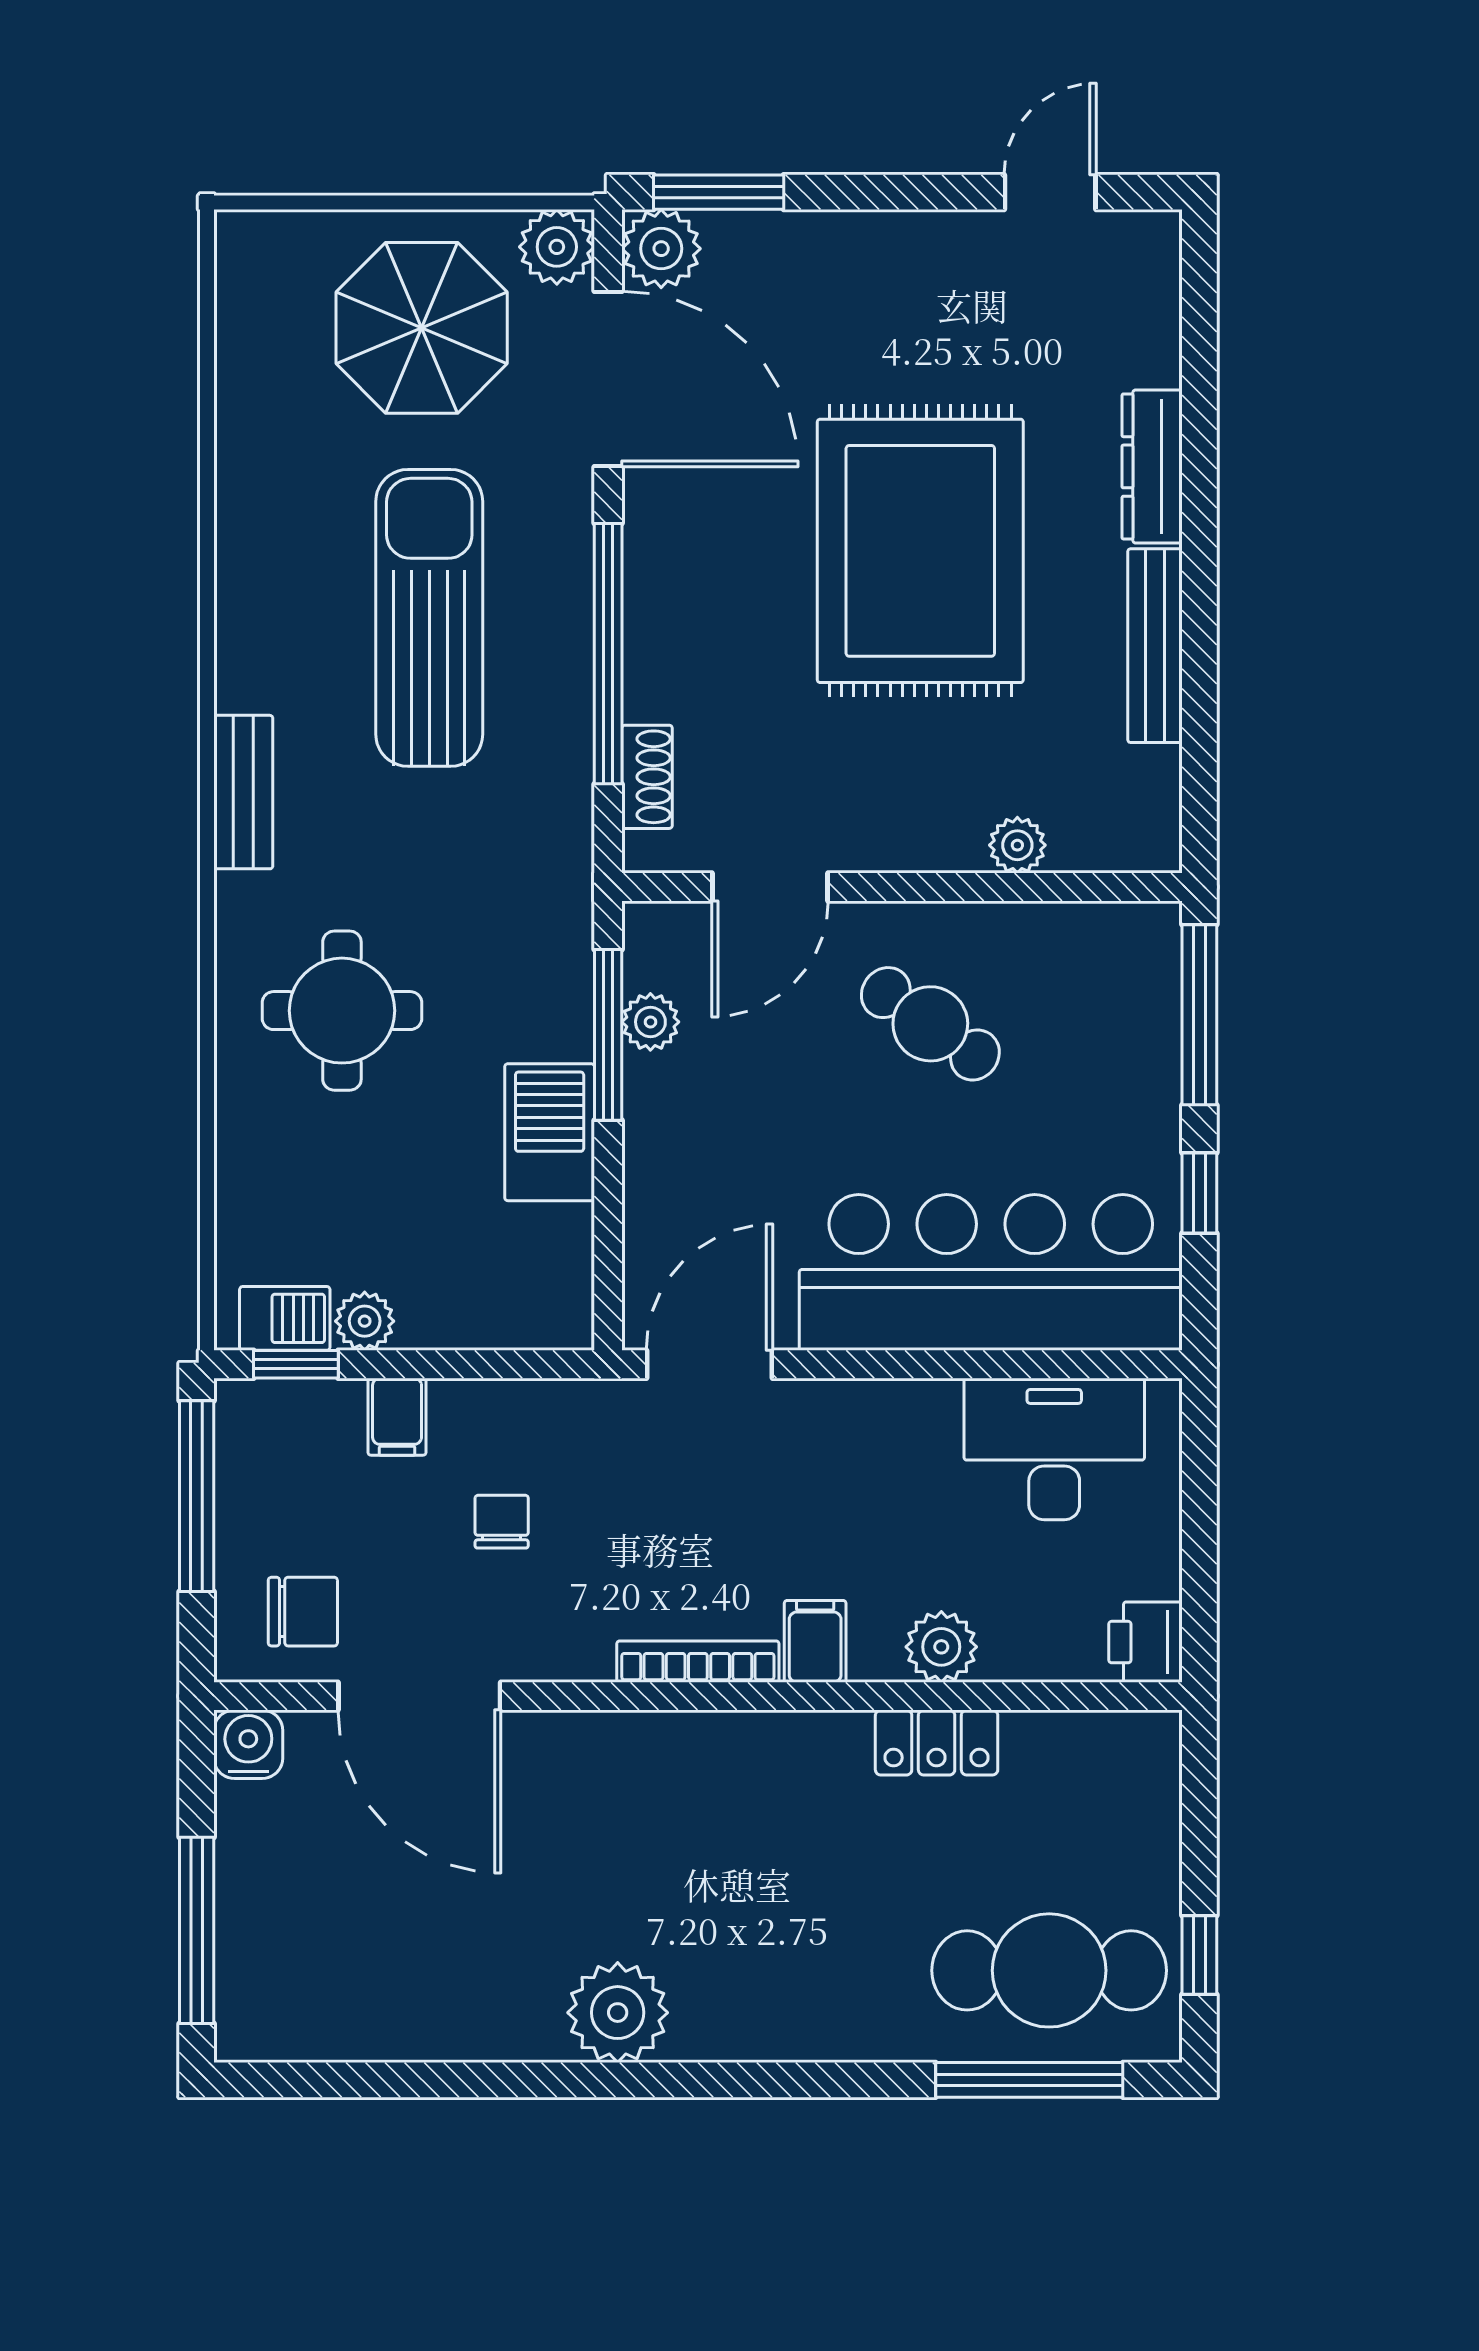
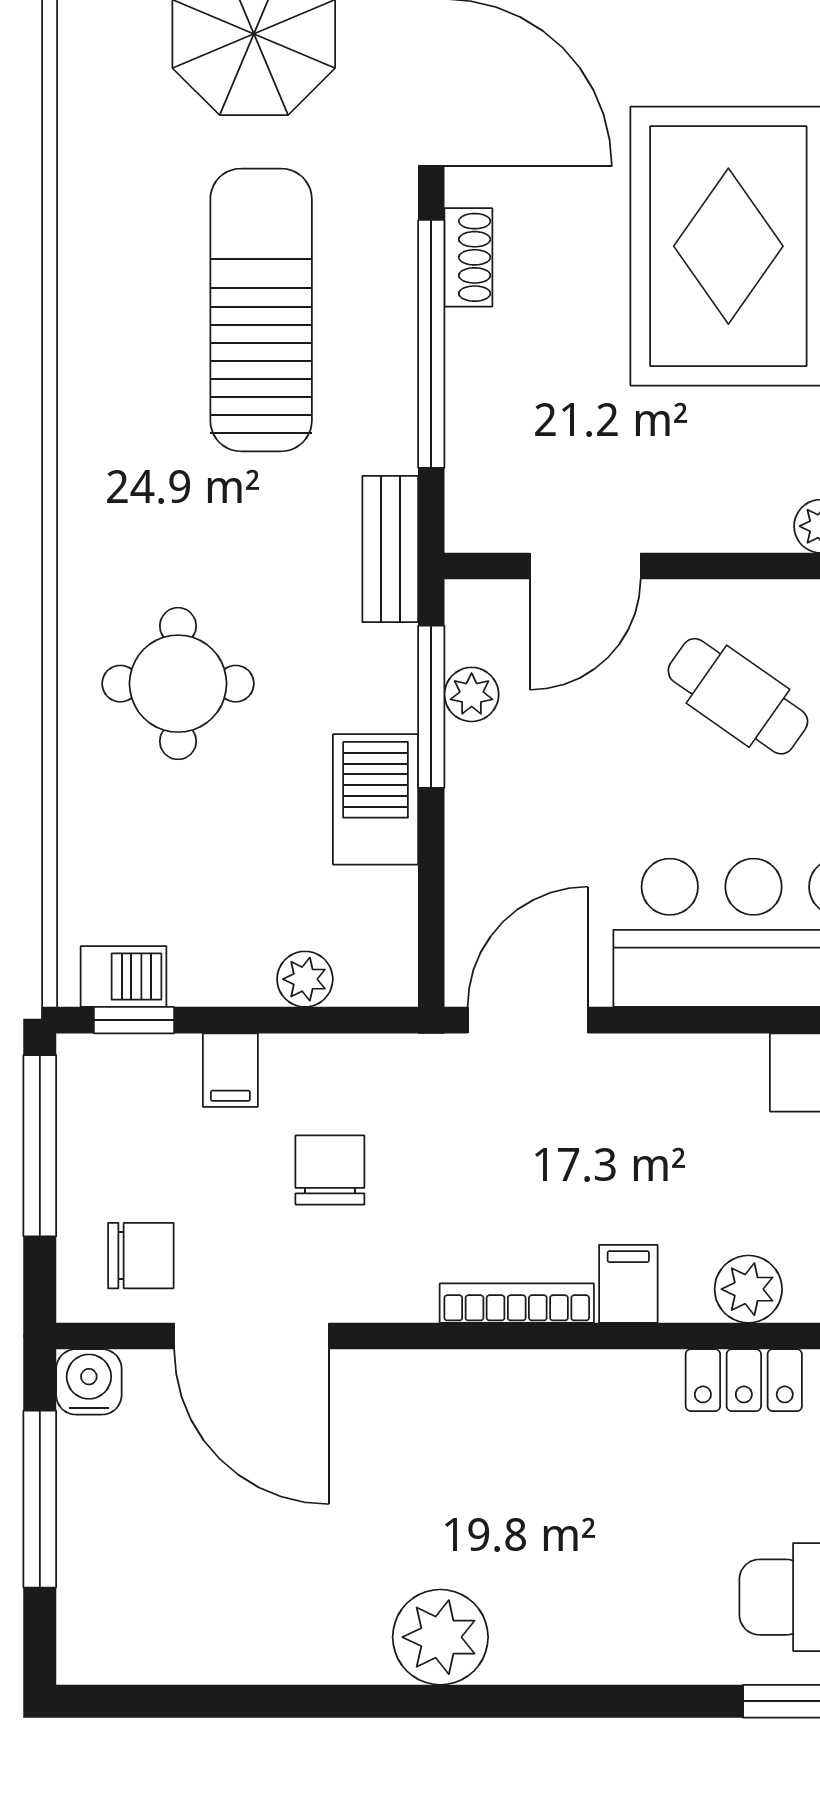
shoe rack: (647, 777) -> (468, 257), moved
bench: (243, 792) -> (390, 549), moved
plant: (365, 1321) -> (305, 979), moved
chair: (502, 1522) -> (330, 1170), width x1.37, depth x1.37
window: (197, 1930) -> (40, 1499), moved

